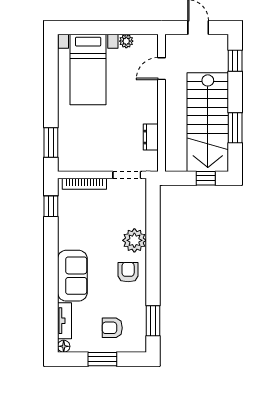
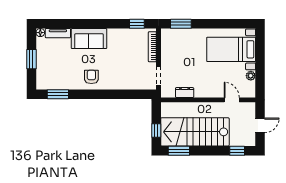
window: (235, 128) -> (179, 151), moved
plant: (134, 240) -> (113, 81), removed
armchair: (128, 272) -> (91, 77), turned -90
armchair: (112, 328) -> (53, 66), removed

